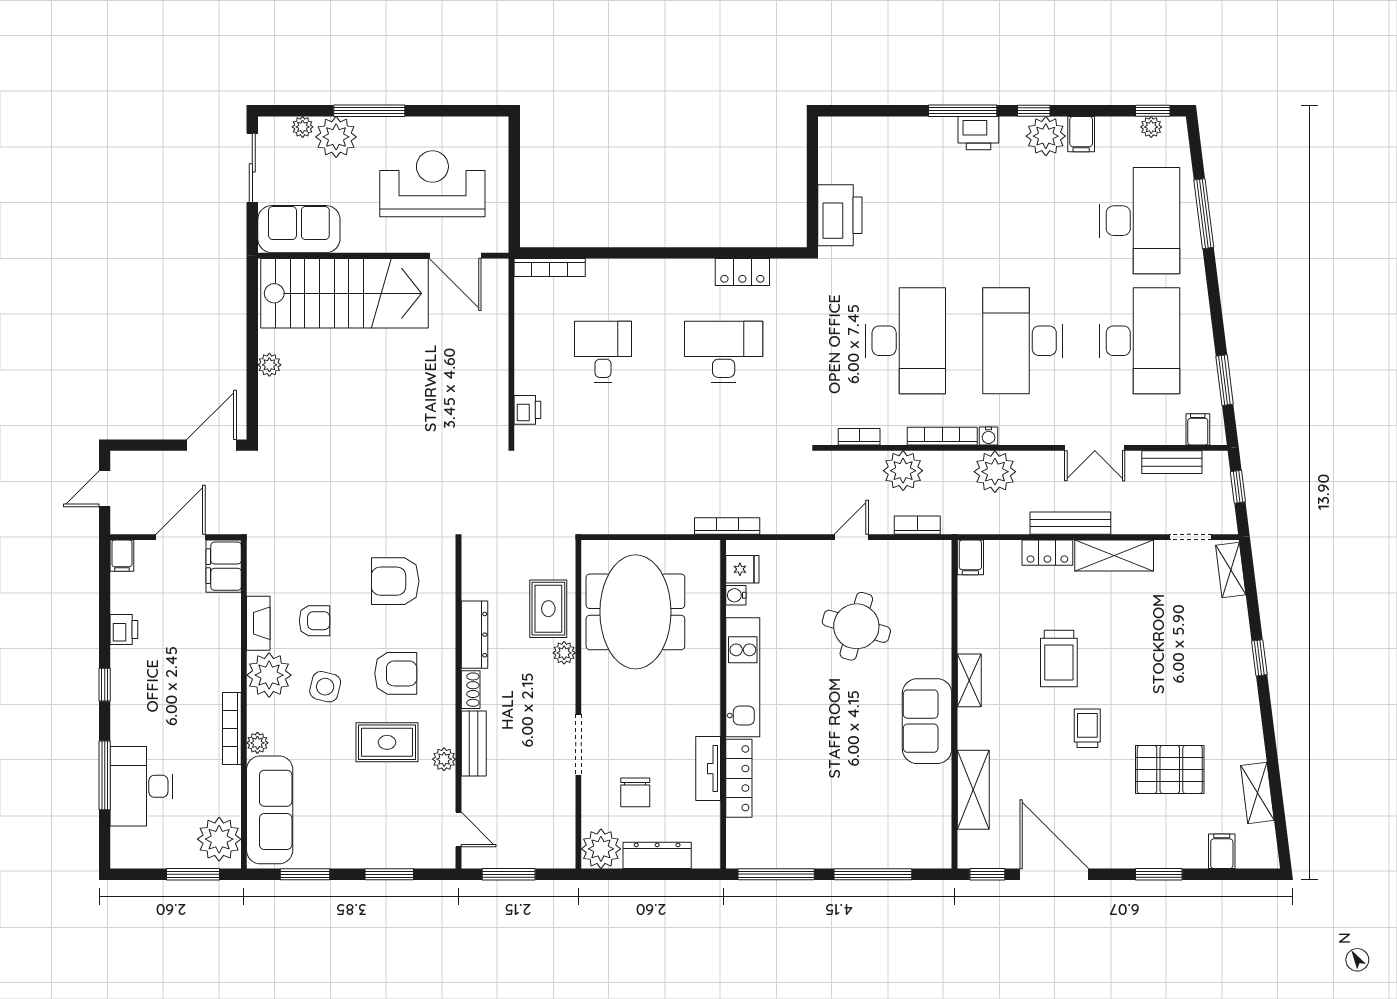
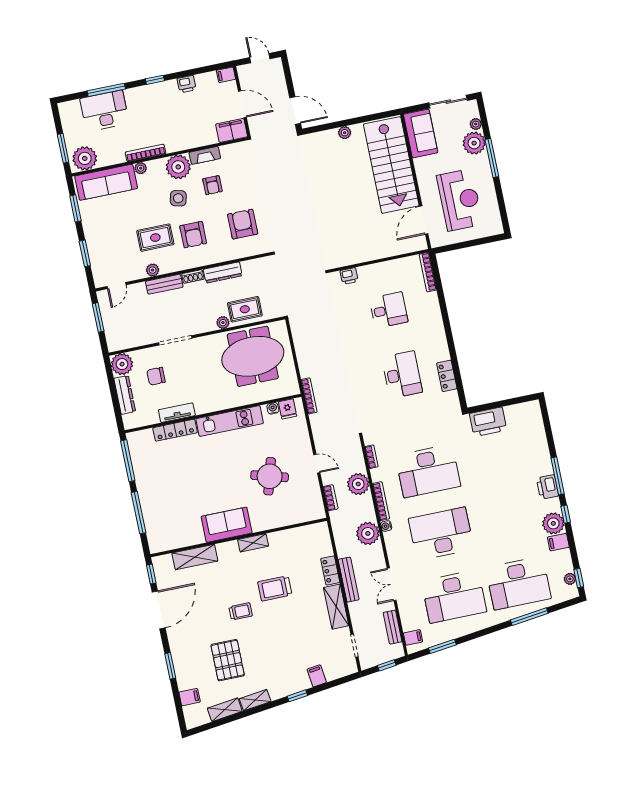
filing cabinet: (970, 557) -> (317, 676), moved, turned 83
shelving: (1231, 570) -> (255, 700), moved
rug: (387, 742) -> (155, 238), turned 90

